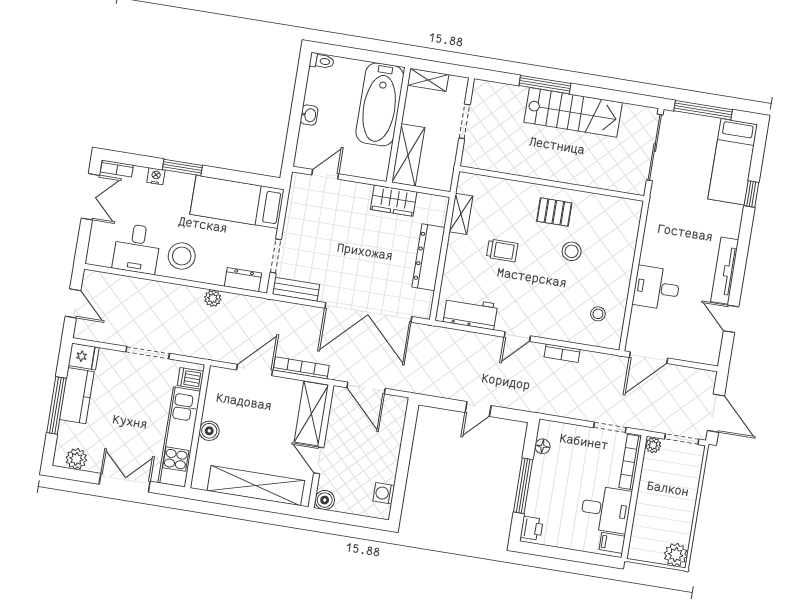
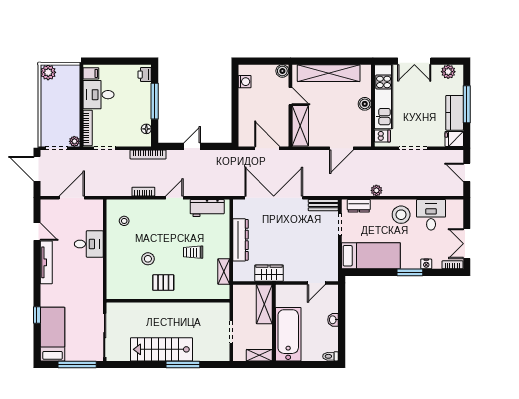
door: (649, 358) -> (72, 198), moved
bookcase: (301, 368) -> (148, 154), moved

